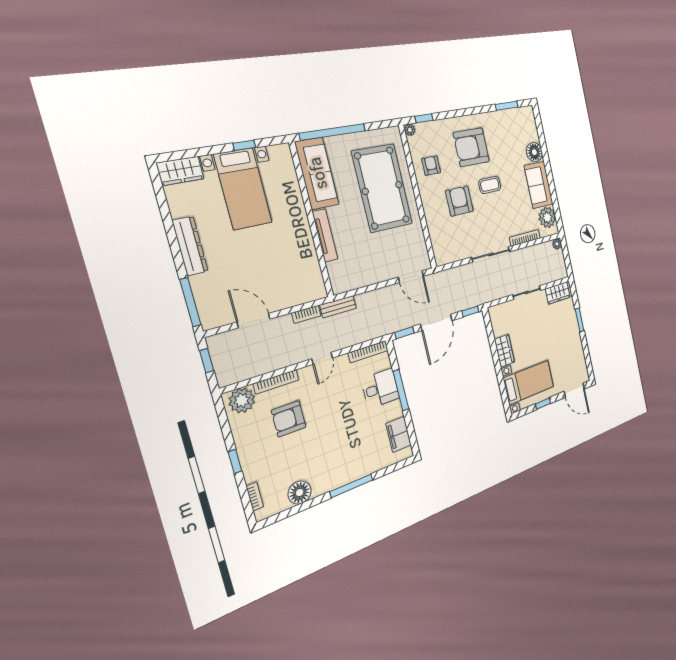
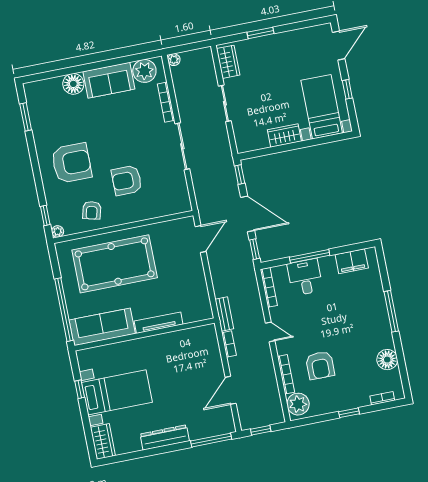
armchair: (471, 147) -> (72, 163), turned -90
armchair: (431, 166) -> (92, 210), turned -76
coffee table: (490, 185) -> (110, 143), removed

